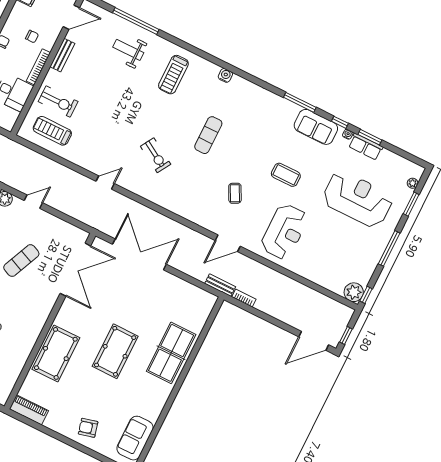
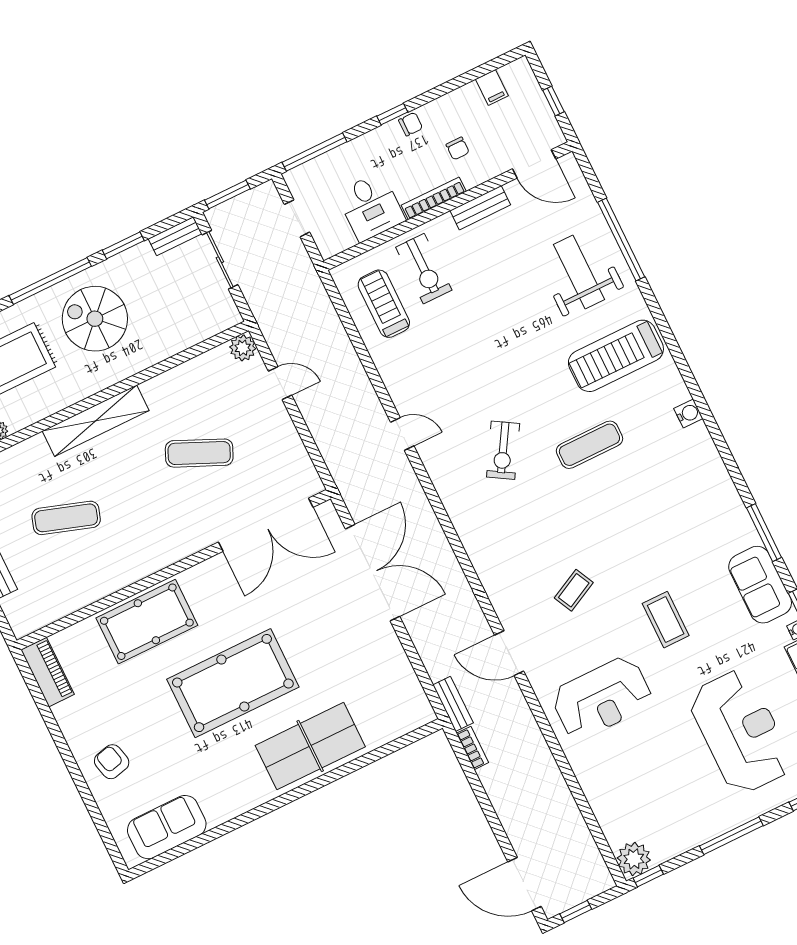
weight bench: (128, 50) -> (579, 272), width x1.36, depth x1.33
treadmill: (173, 75) -> (616, 356), width x1.37, depth x1.38
exercise mat: (208, 135) -> (589, 445), moved
pool table: (115, 351) -> (233, 683), width x1.36, depth x1.32

